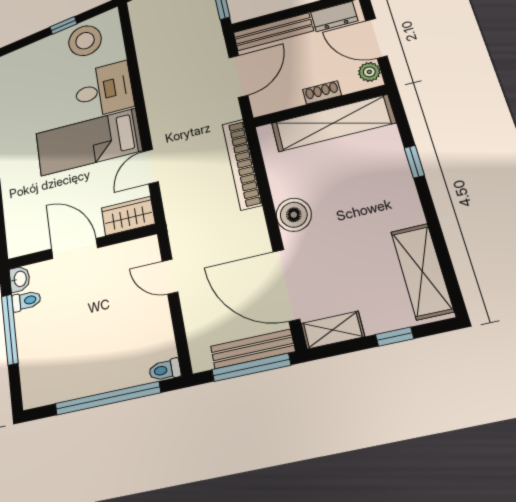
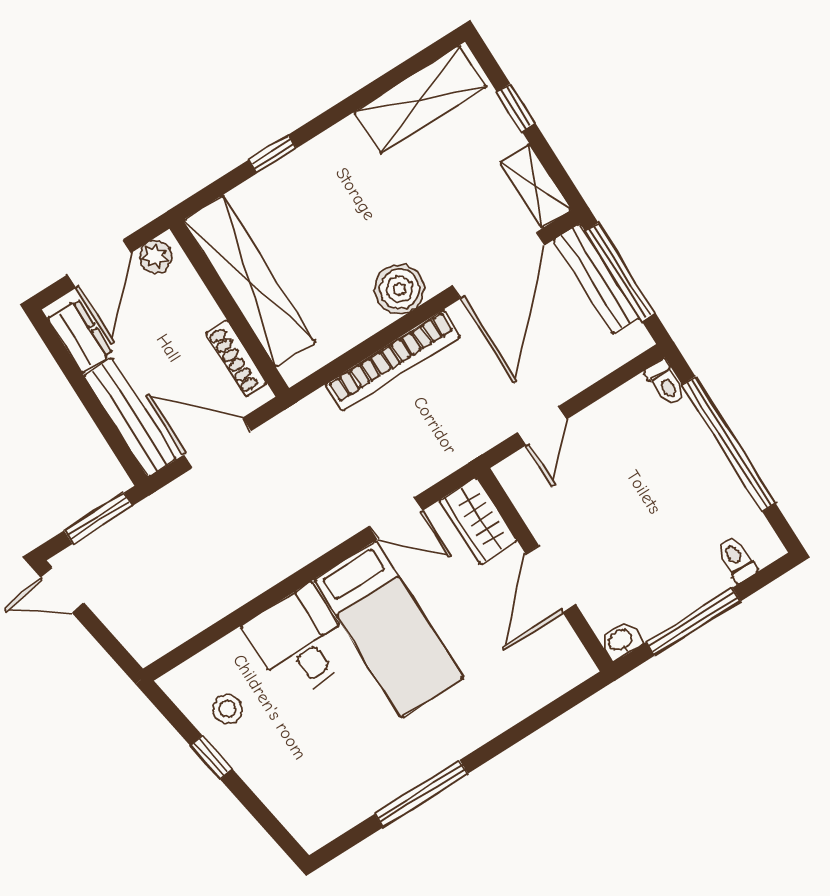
stool: (85, 41) -> (227, 709), width x0.53, depth x0.53
shoe rack: (322, 93) -> (236, 358), moved, width x1.43
bookcase: (242, 164) -> (393, 360), moved
toilet: (26, 301) -> (737, 559), moved

